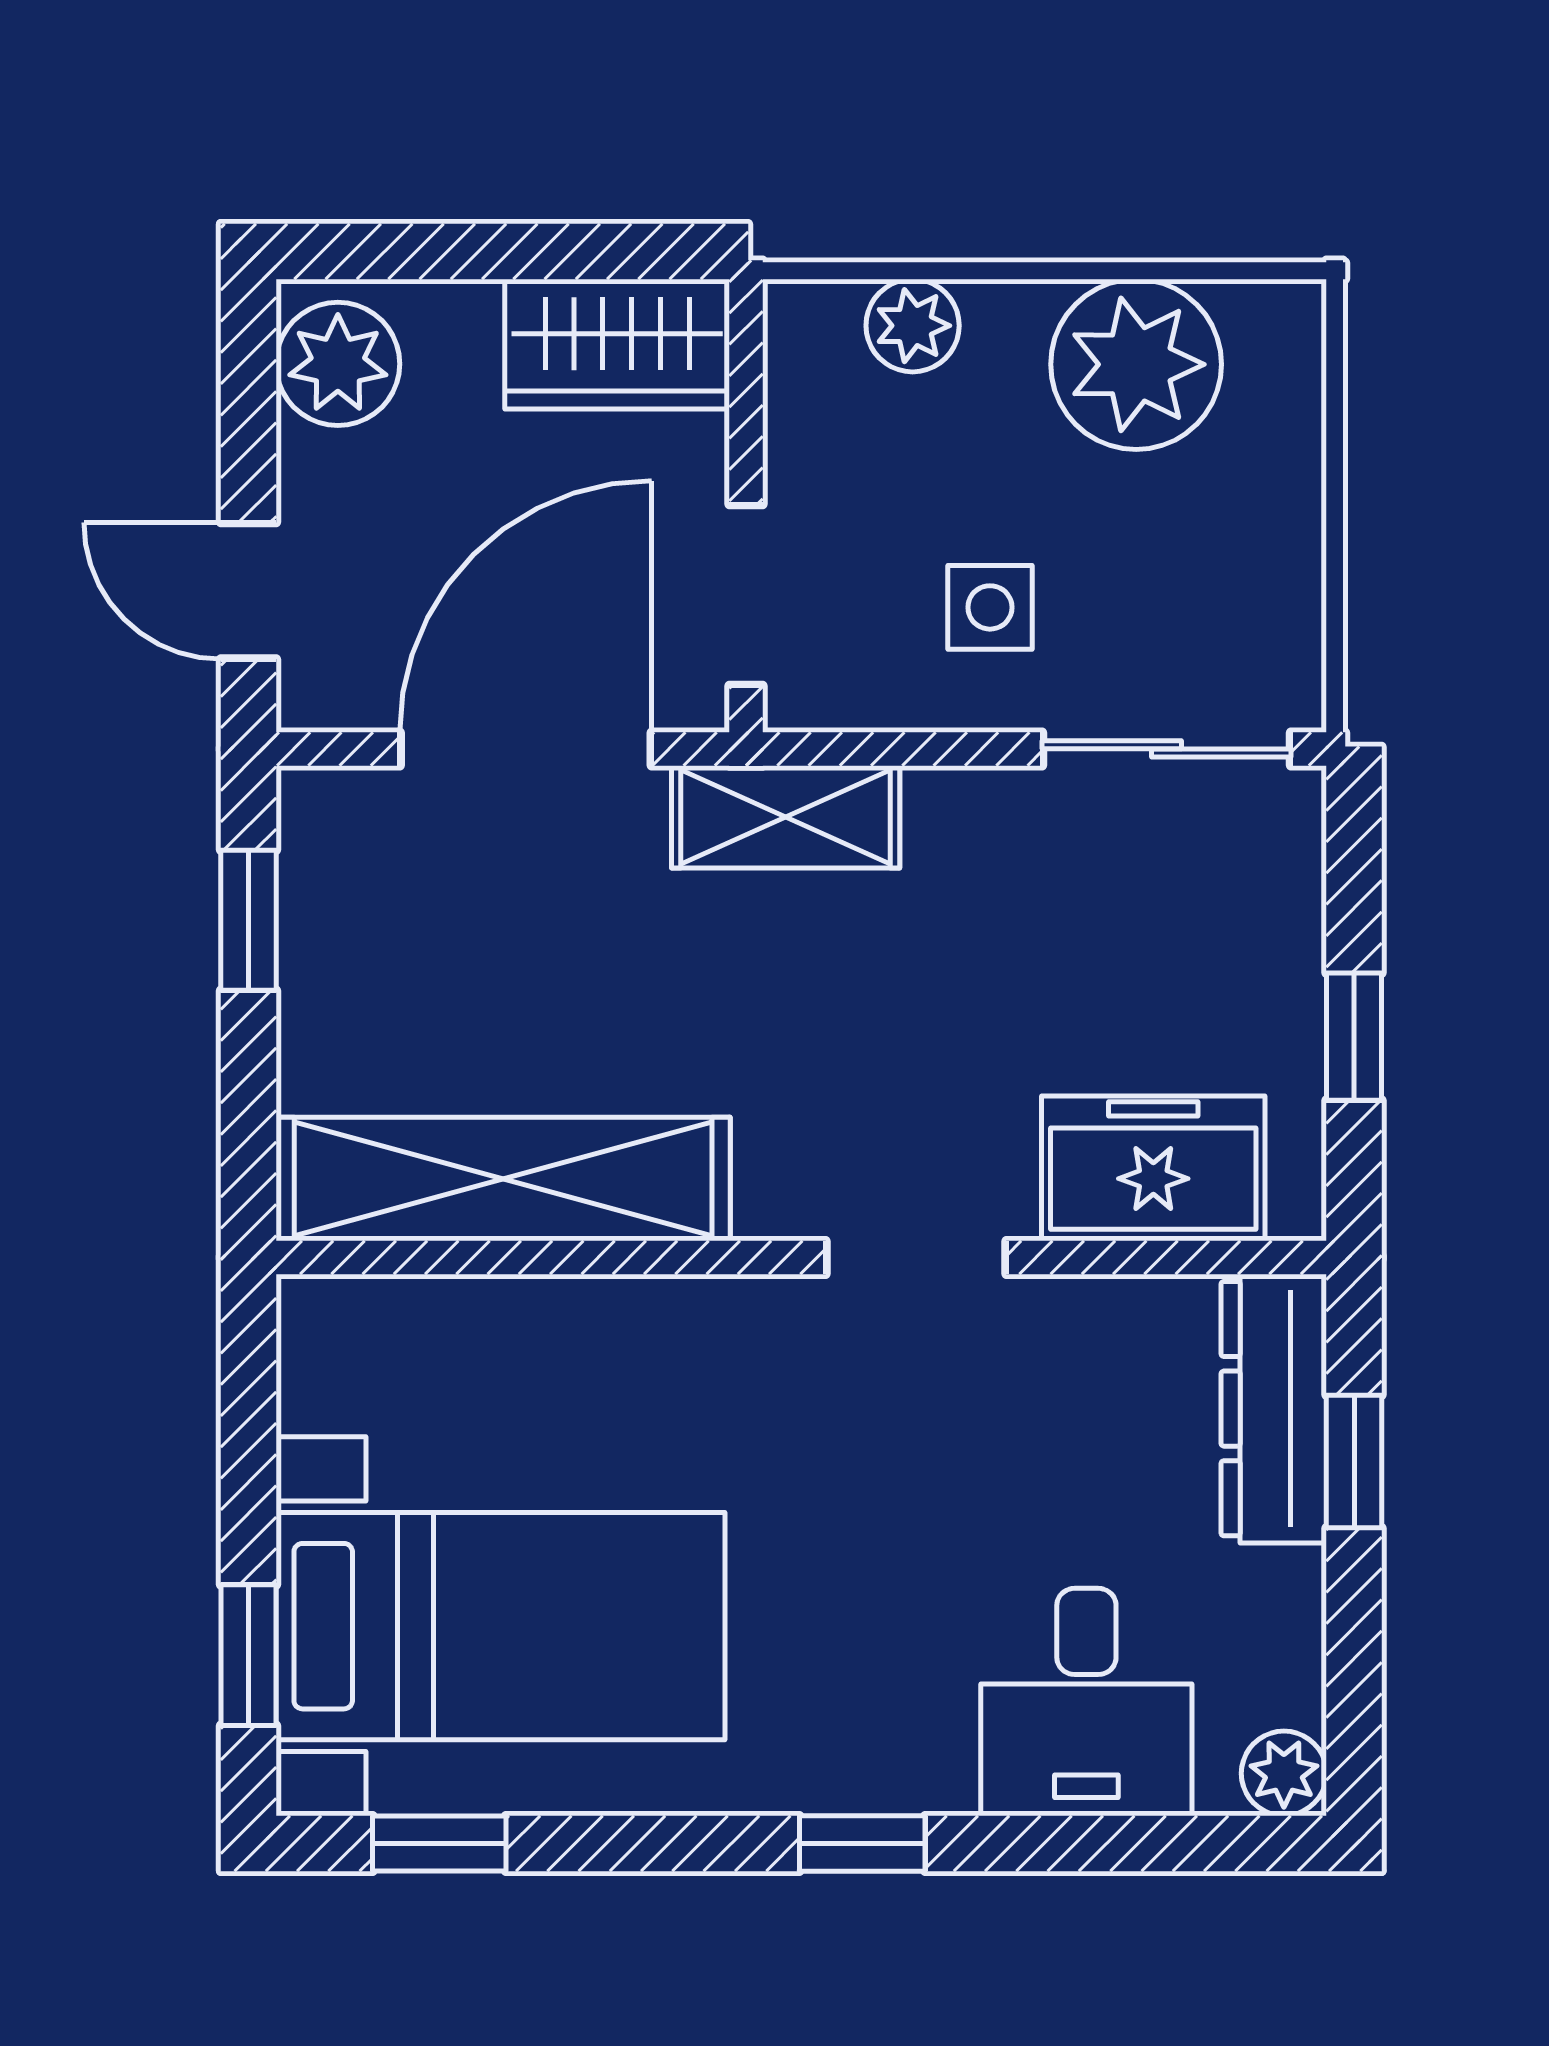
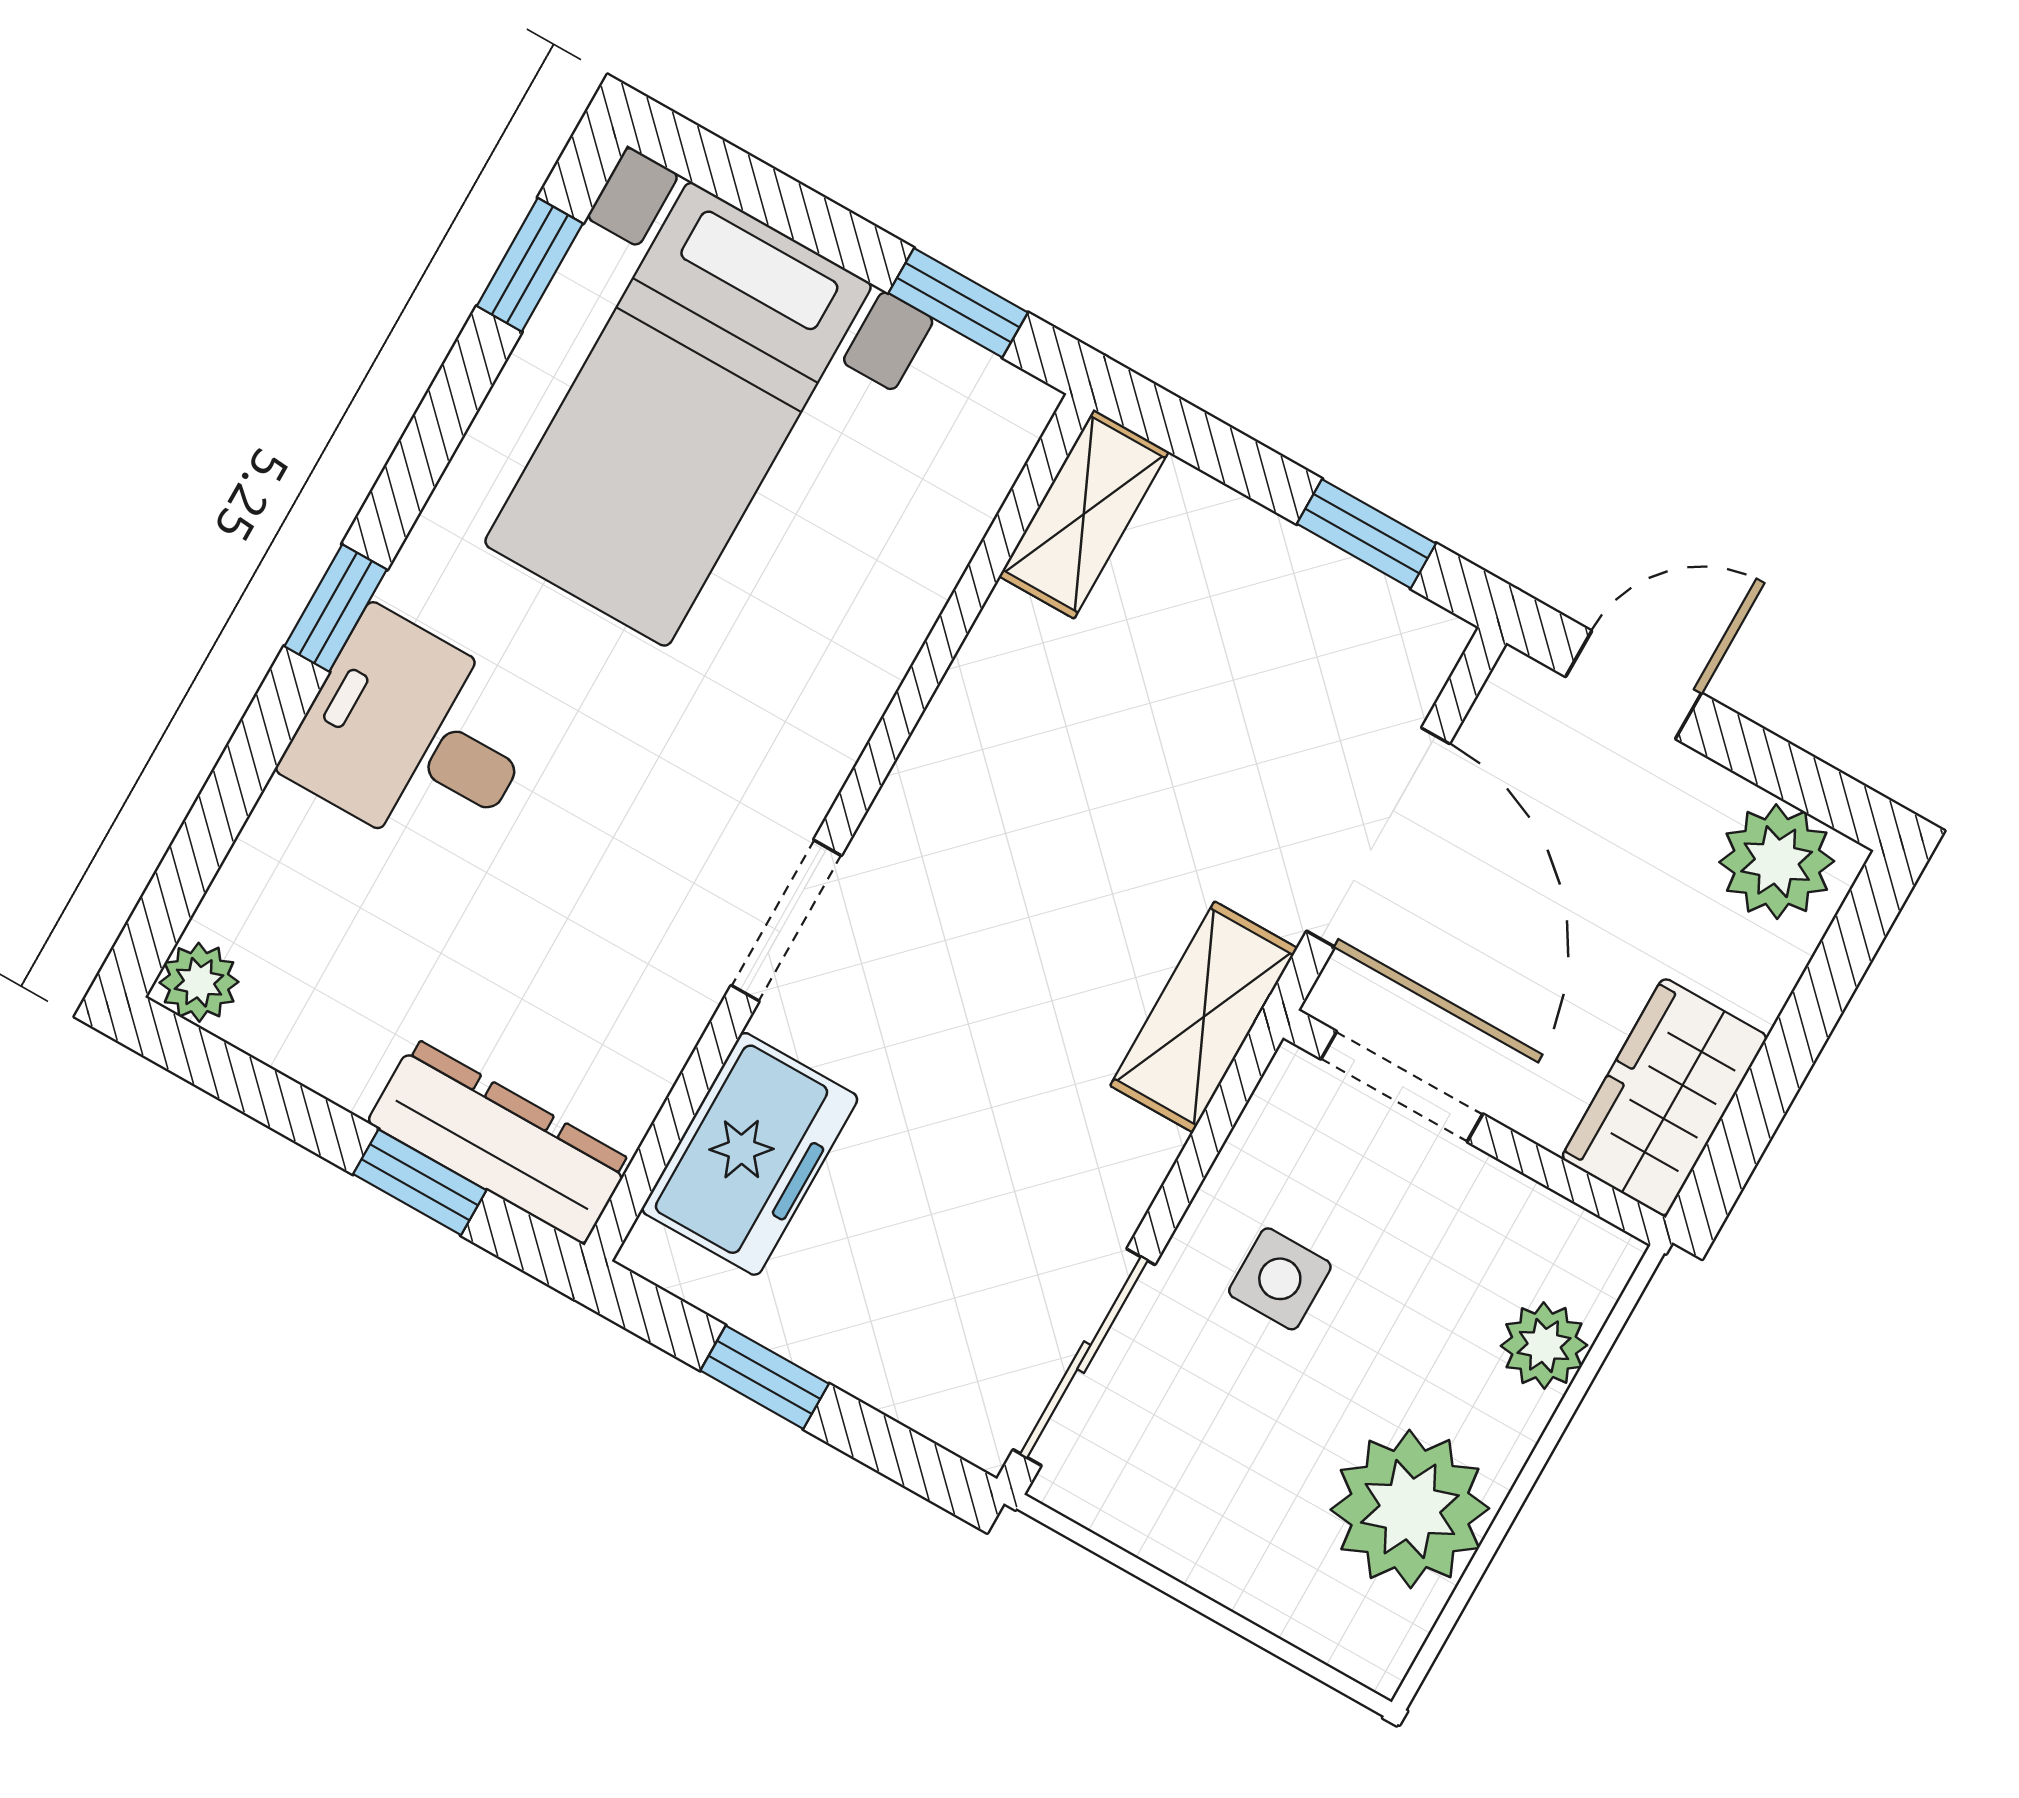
shelving: (503, 1179) -> (1084, 514), width x0.45, depth x0.75
window: (248, 1655) -> (958, 303), moved
desk: (1086, 1702) -> (414, 737), moved

